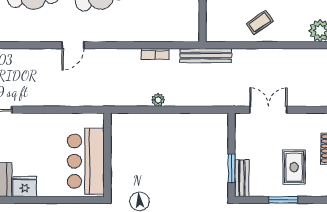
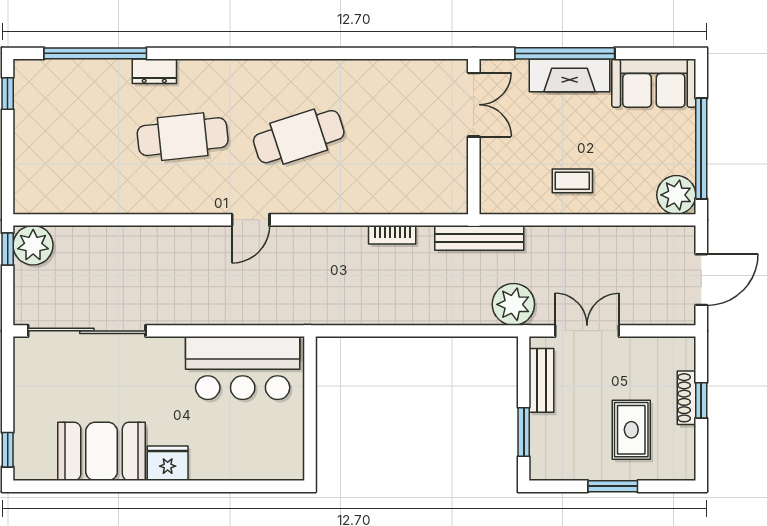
coffee table: (260, 22) -> (572, 181), turned 35
plant: (158, 100) -> (513, 304), moved, width x1.88, depth x1.88
bar counter: (86, 161) -> (243, 368), moved, turned -90
bench: (242, 178) -> (541, 380), moved

